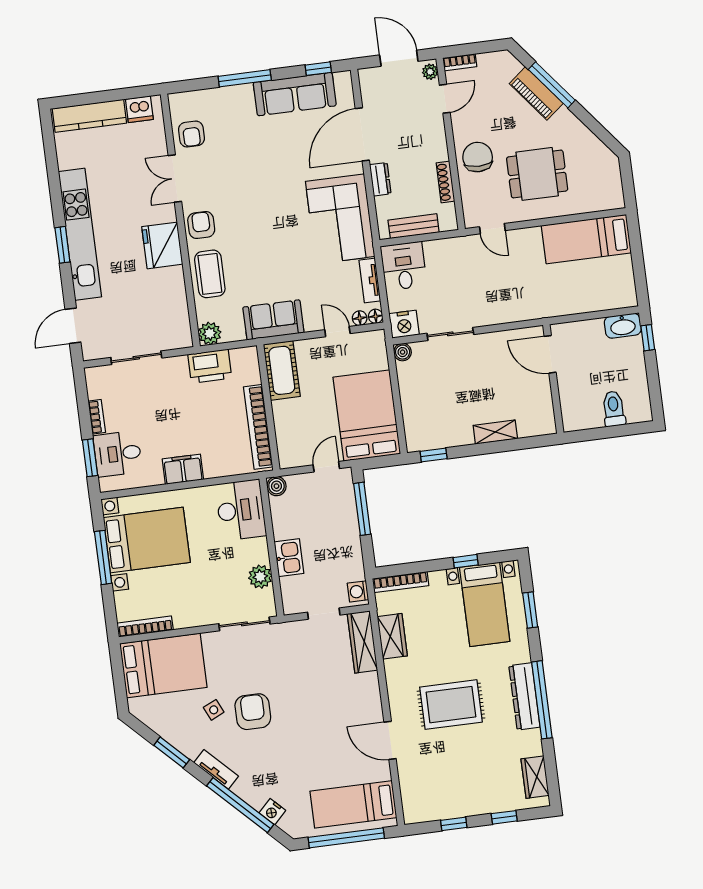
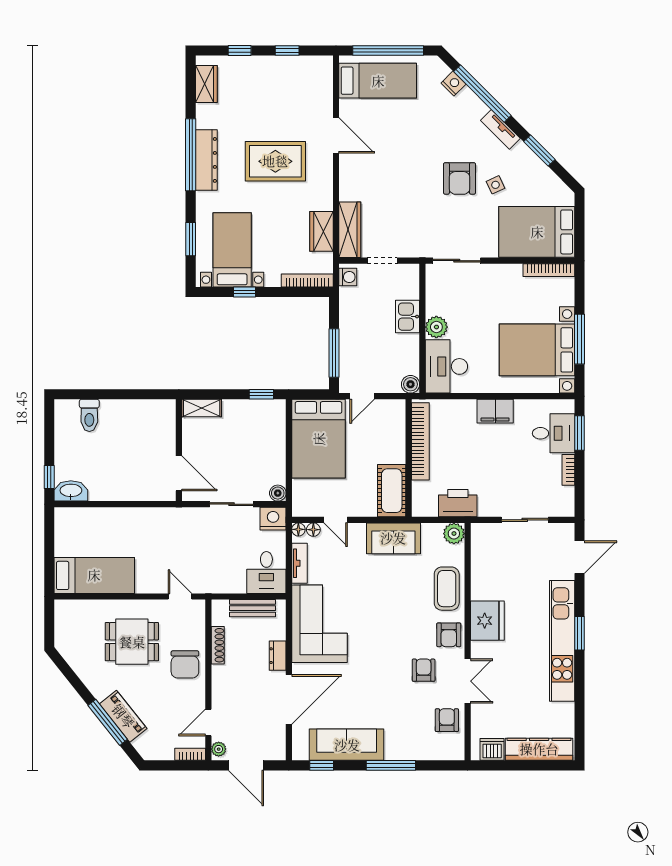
armchair: (223, 184) -> (424, 670), added
door: (550, 354) -> (179, 473), moved
wall: (553, 379) -> (179, 450), moved
plant: (260, 577) -> (436, 327), moved

